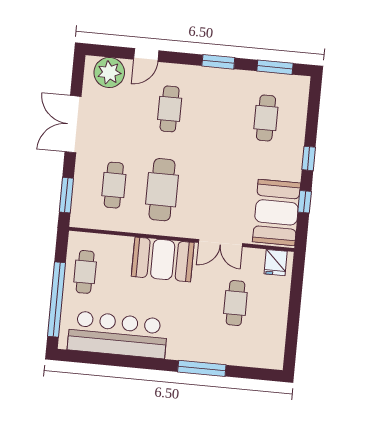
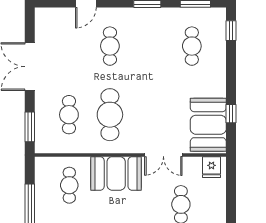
plant: (109, 72) -> (56, 20), removed
window: (309, 158) -> (231, 31), moved
cafe table: (85, 272) -> (69, 185), moved

